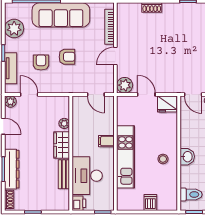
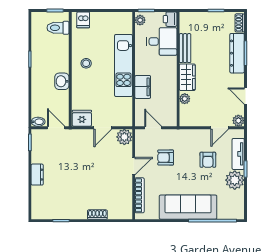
plant: (14, 29) -> (235, 180), moved
armchair: (67, 57) -> (166, 158), moved
door: (29, 95) -> (220, 128), hinge flipped
door: (146, 95) -> (103, 128), hinge flipped
filing cabinet: (106, 141) -> (143, 87), width x2.00
washbasin: (187, 157) -> (62, 81), moved
desk: (87, 176) -> (162, 41), width x0.73
plant: (109, 202) -> (140, 20), added
dishwasher: (150, 202) -> (83, 20), moved

